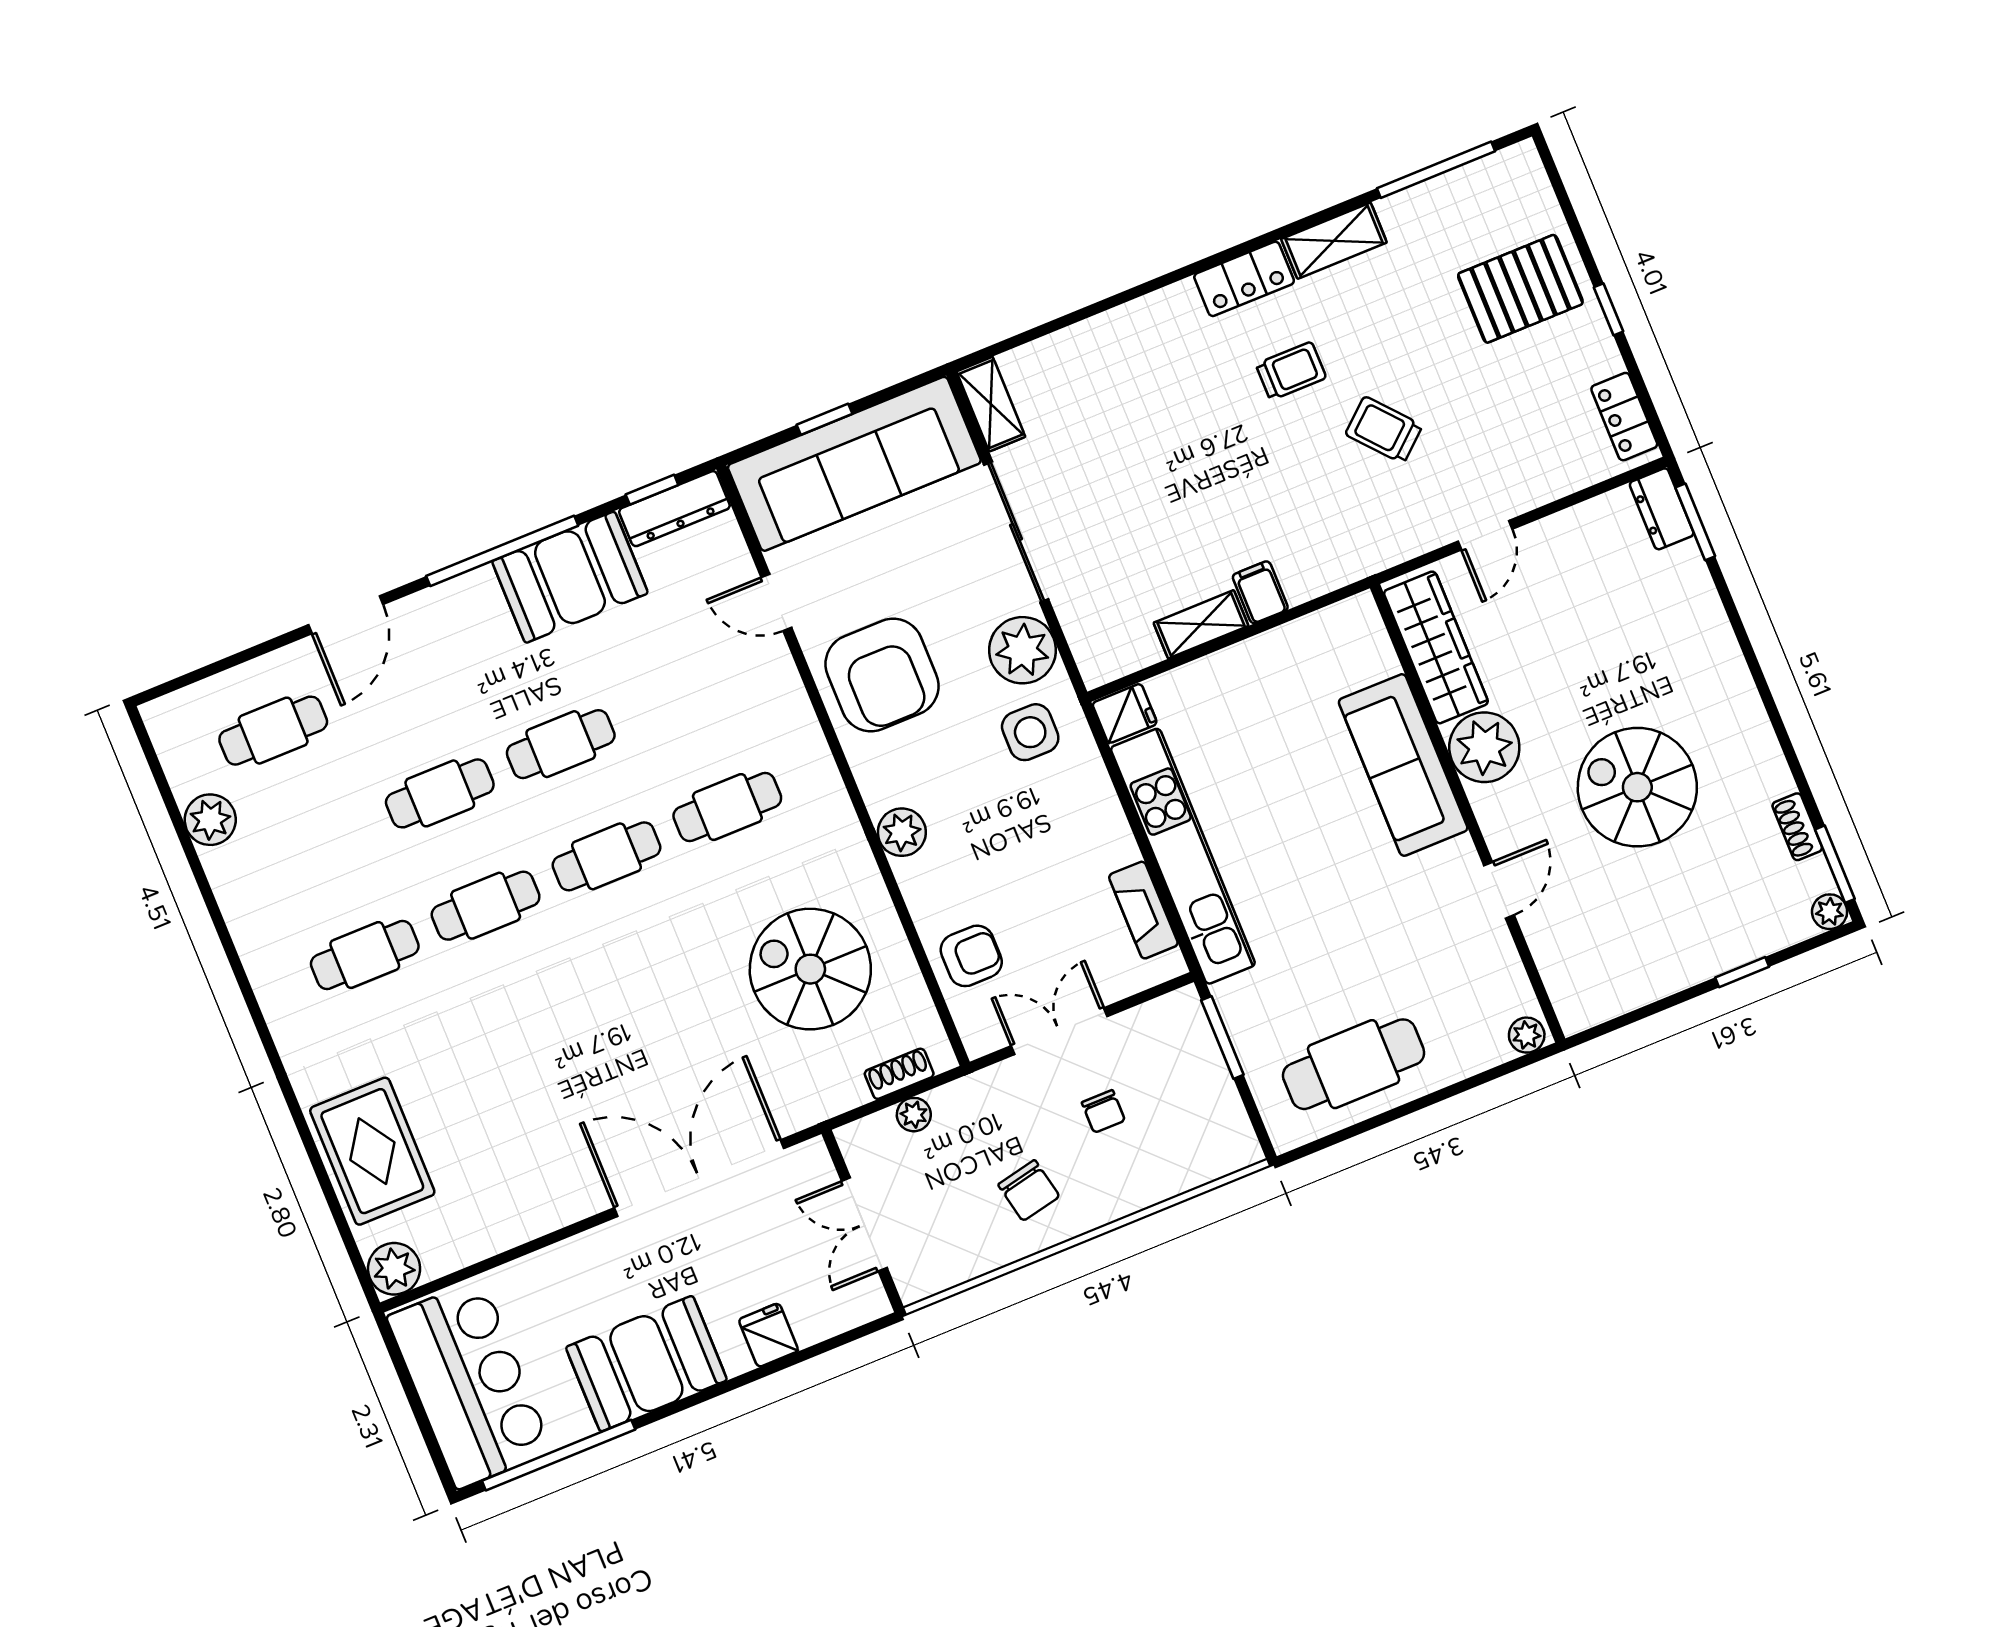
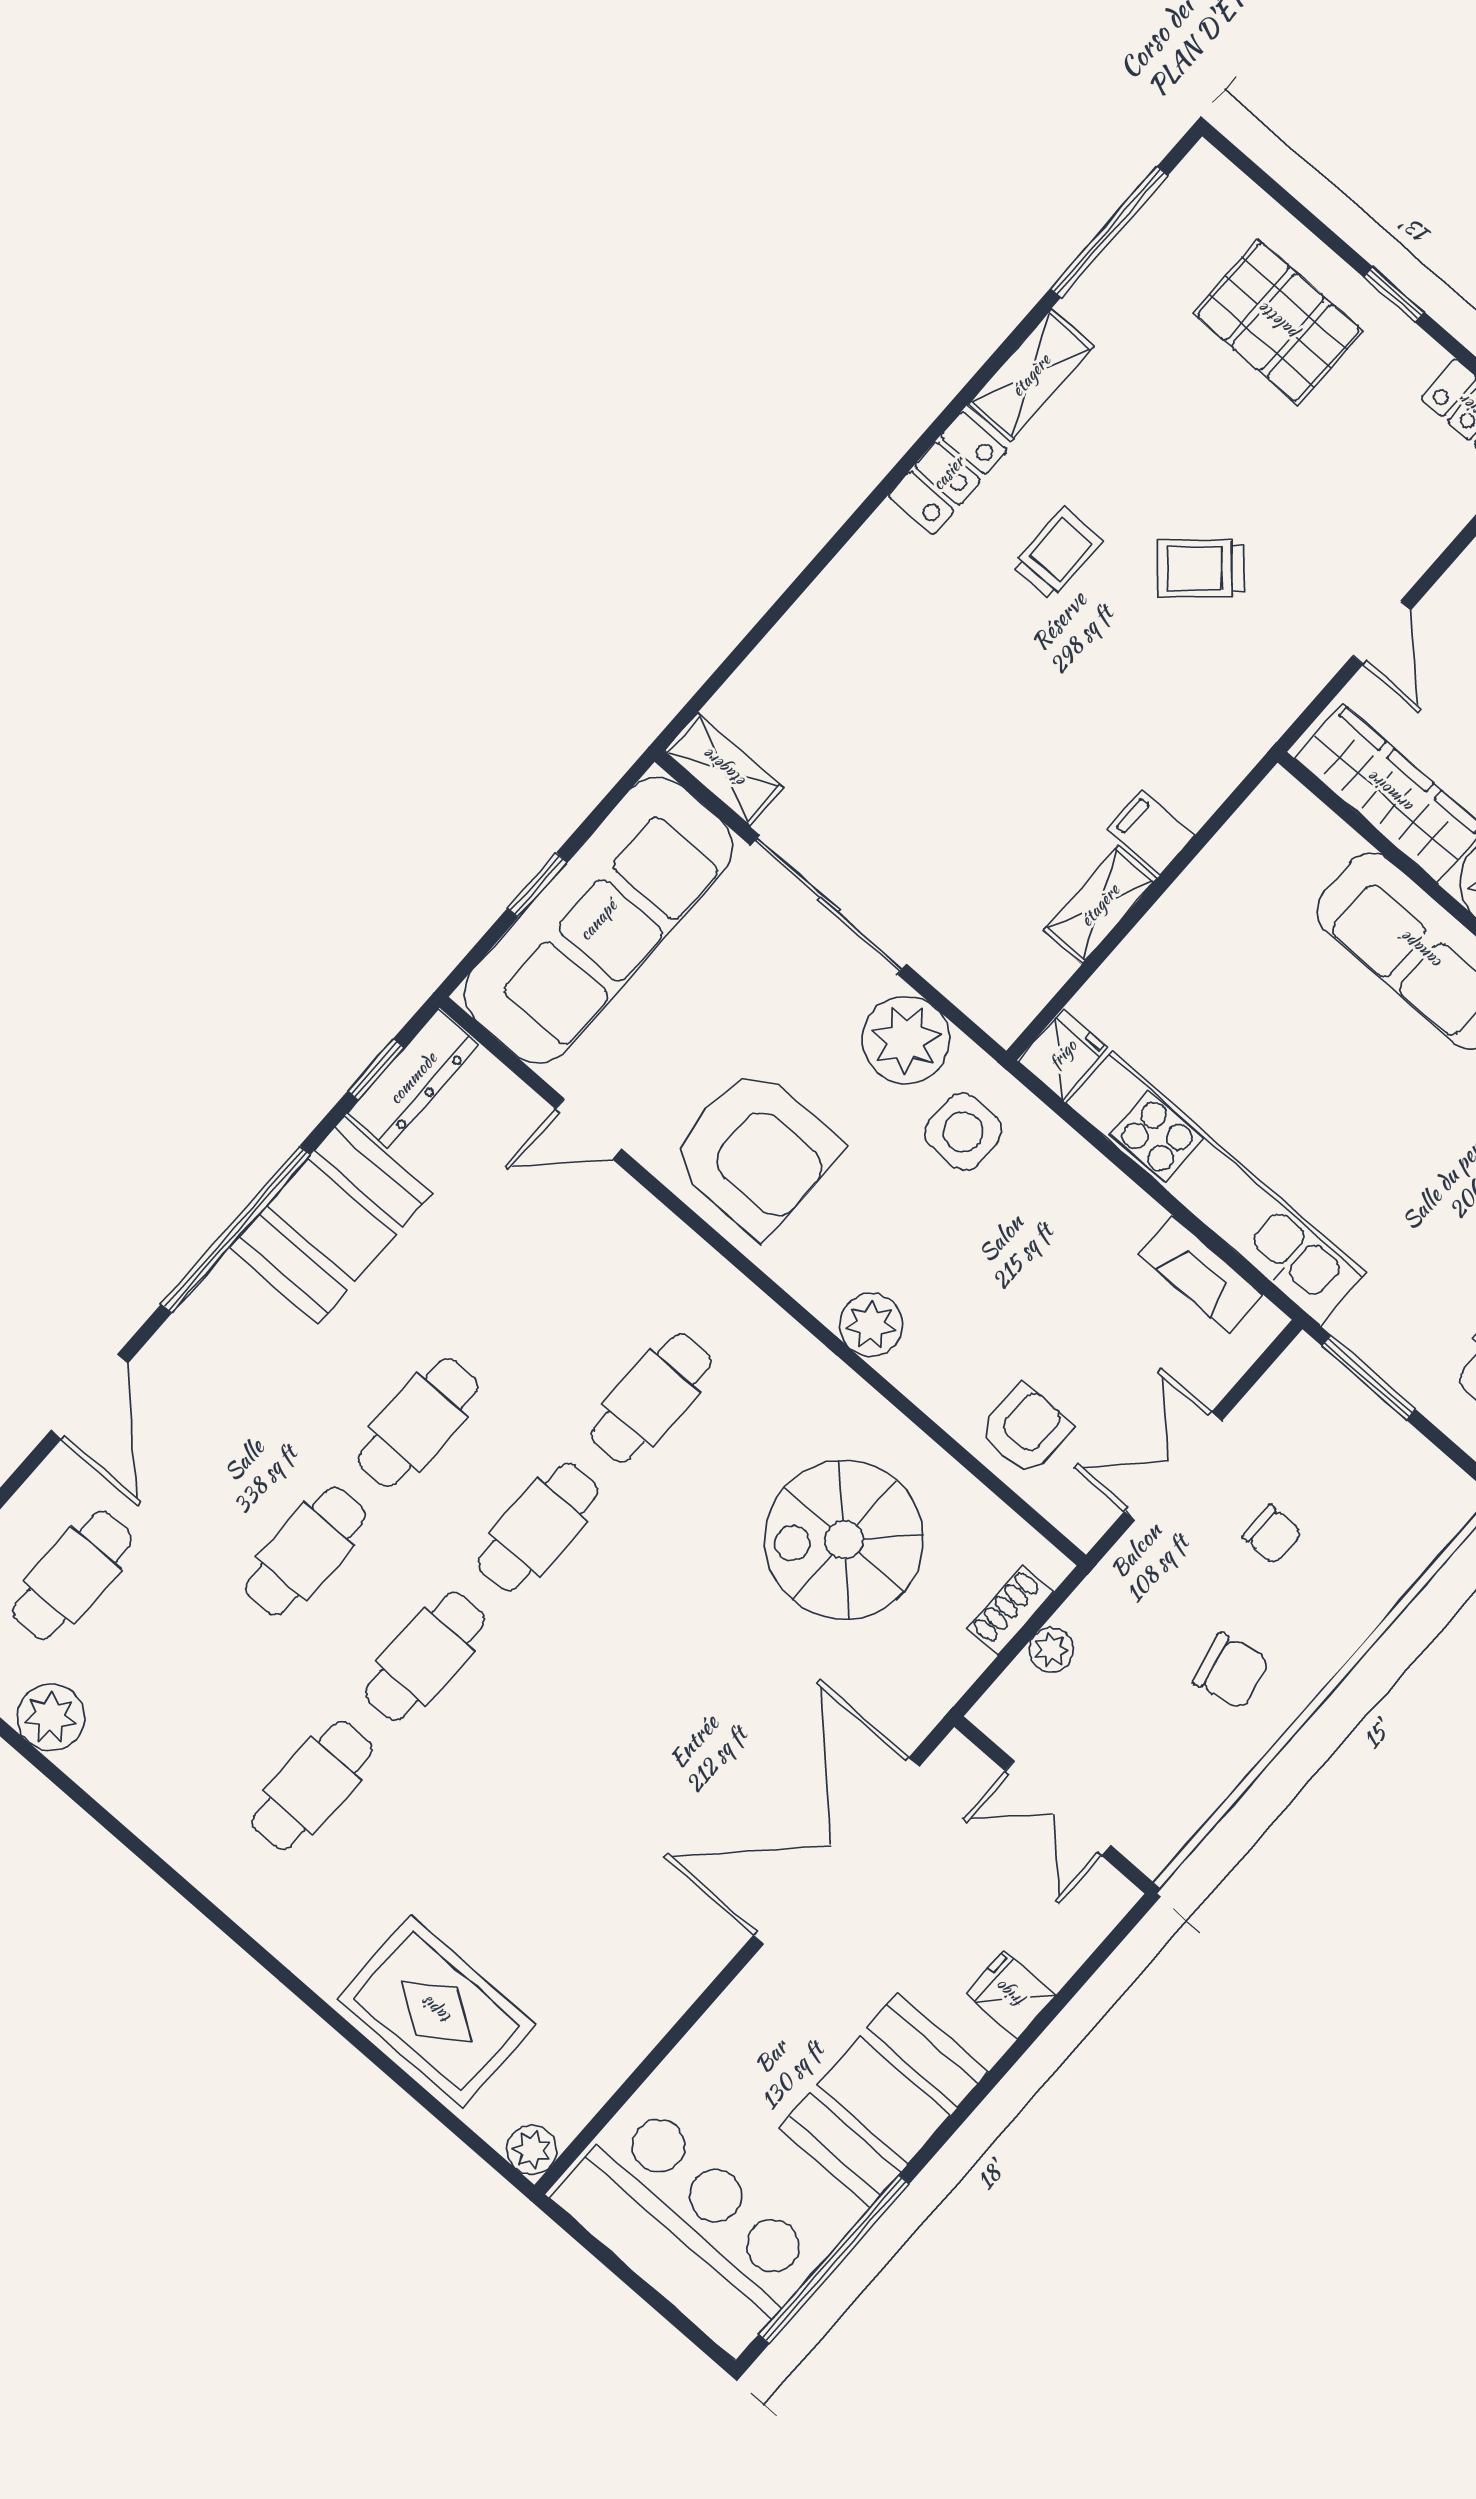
pallet: (1520, 289) -> (1278, 322), turned 90
plant: (394, 1269) -> (532, 2150), width x0.73, depth x0.73

